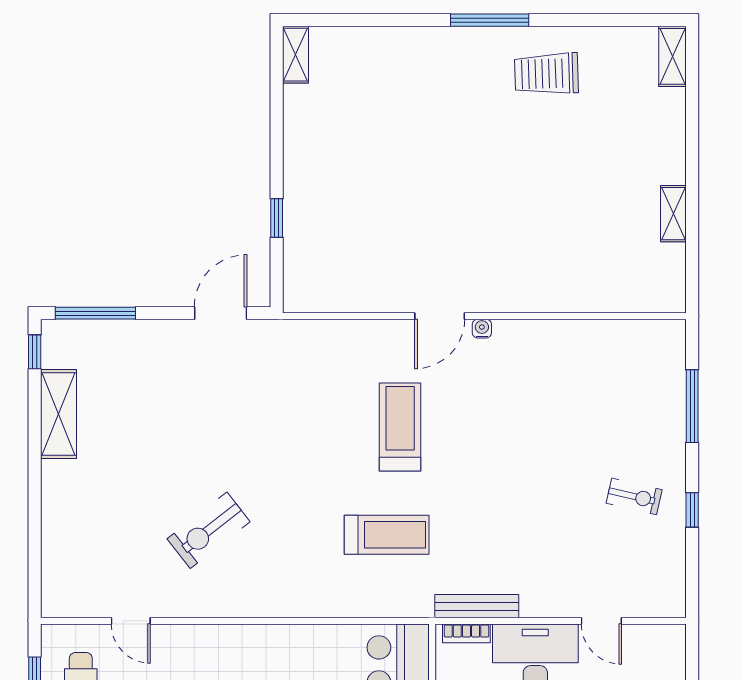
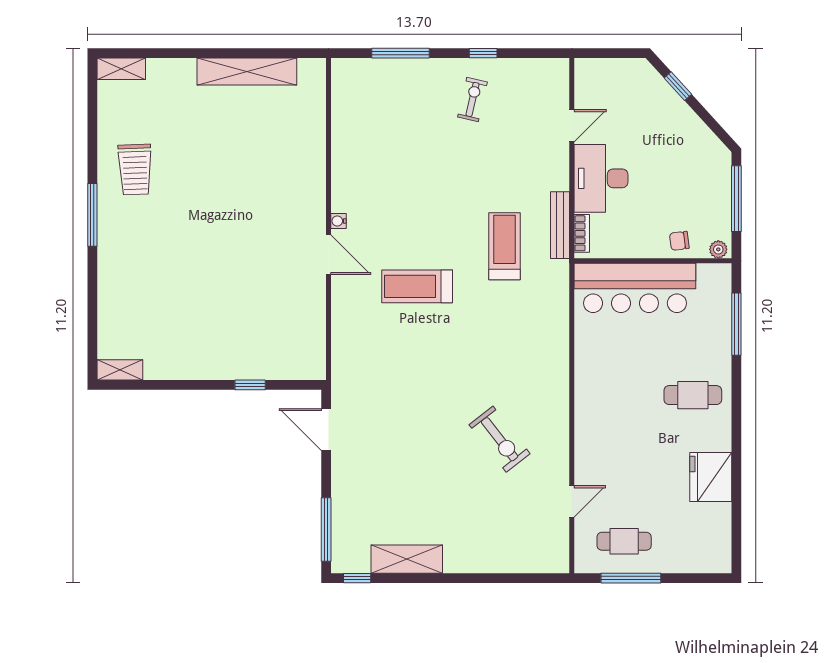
shelving: (673, 214) -> (247, 72), width x2.20, depth x1.33
treadmill: (387, 535) -> (505, 246), moved

